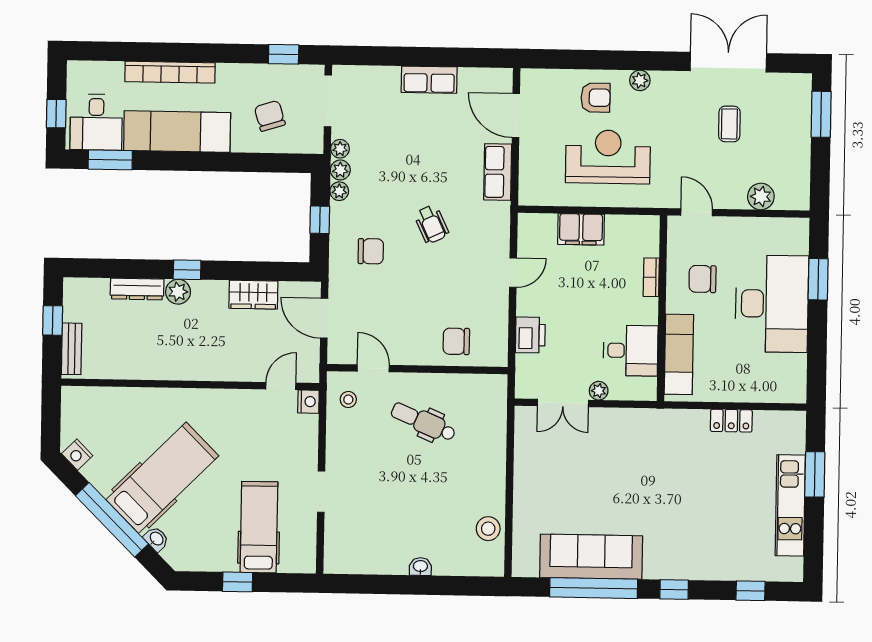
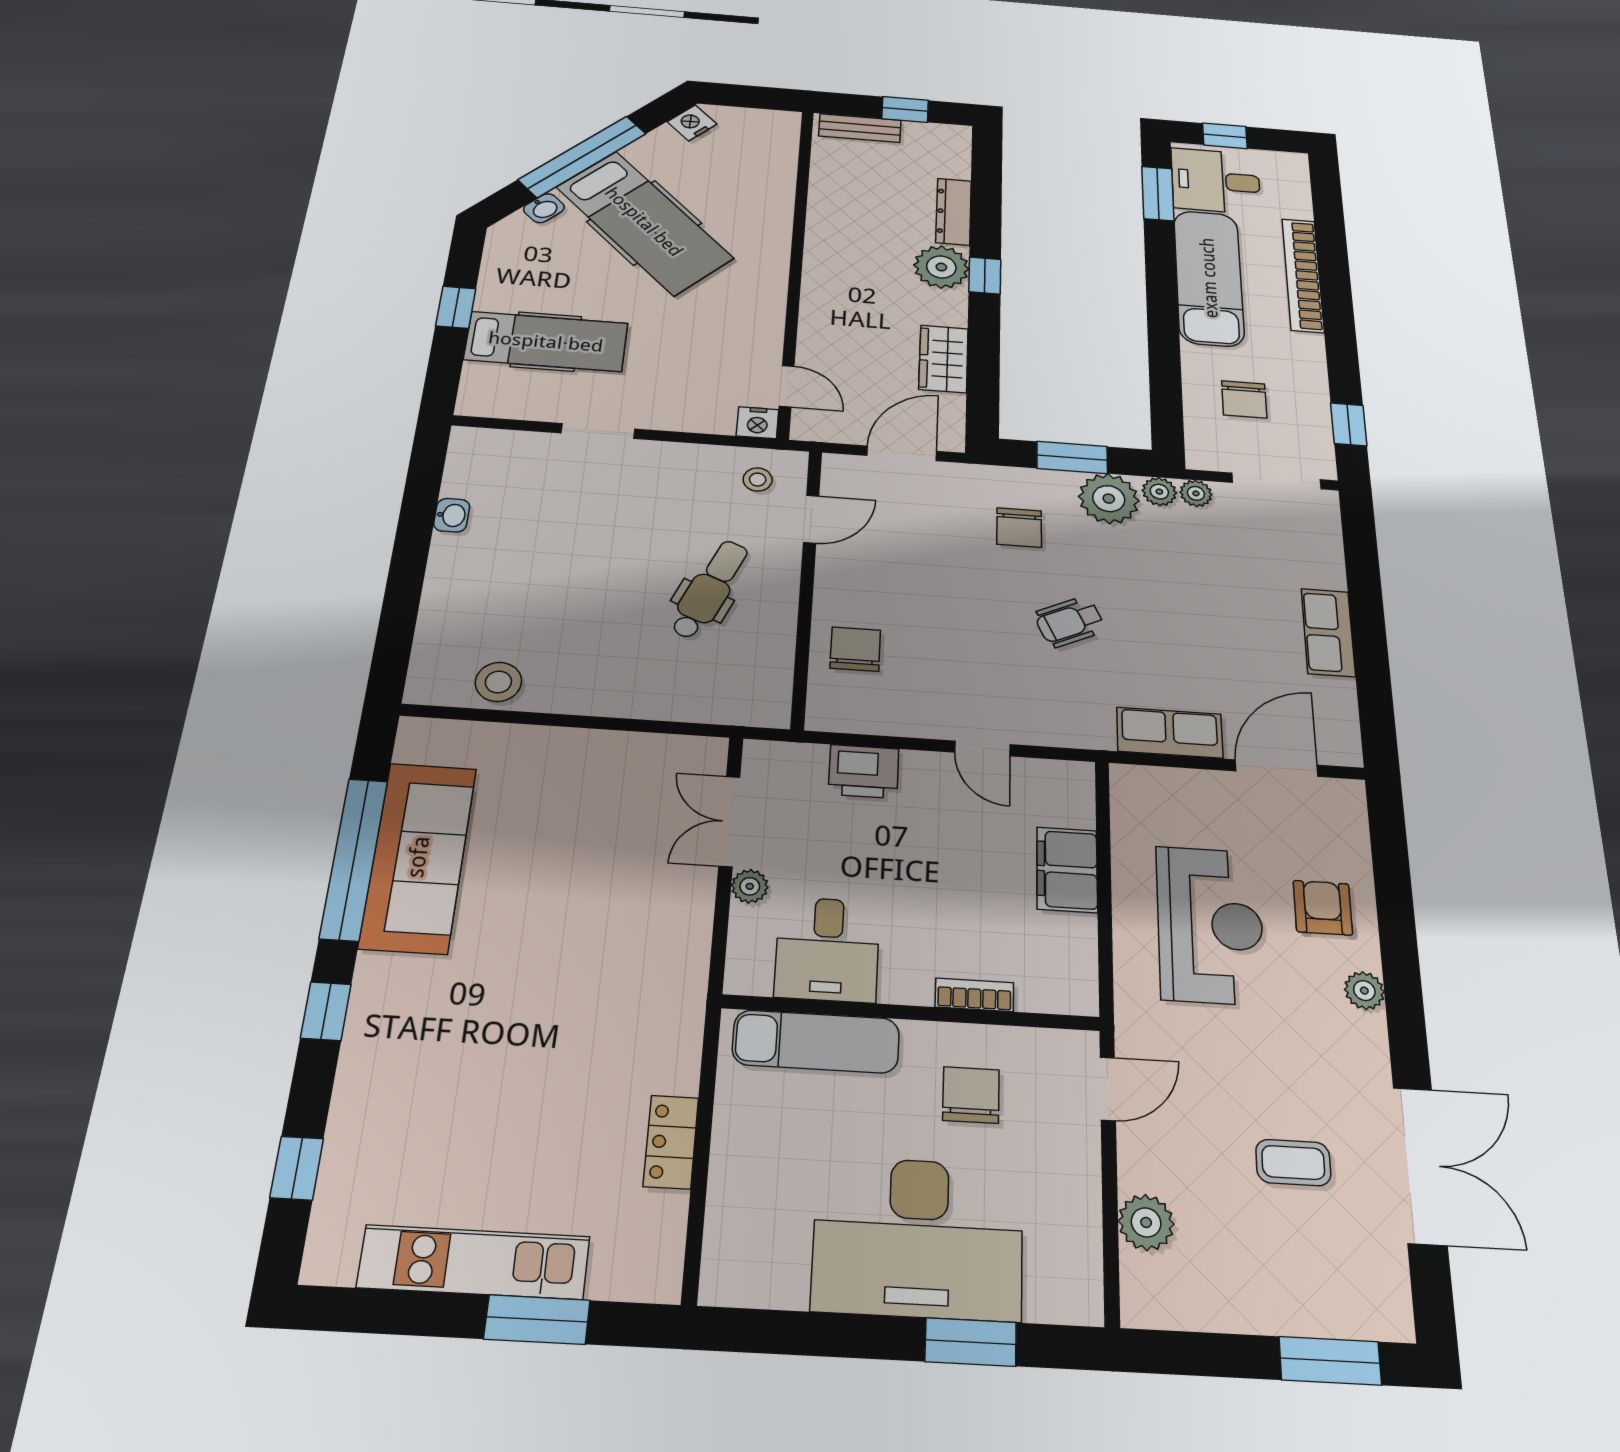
armchair: (596, 98) -> (1323, 908), turned 180
chair: (270, 116) -> (1244, 399), turned 107
plant: (339, 191) -> (1109, 499), width x1.88, depth x1.88
window: (320, 220) -> (1072, 457), width x1.50
plant: (178, 292) -> (941, 267), width x1.36, depth x1.36
washbasin: (420, 567) -> (452, 515), moved

